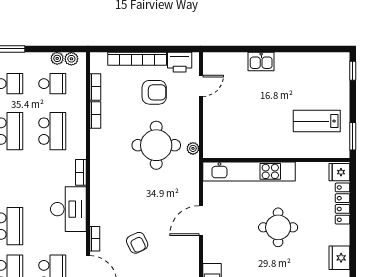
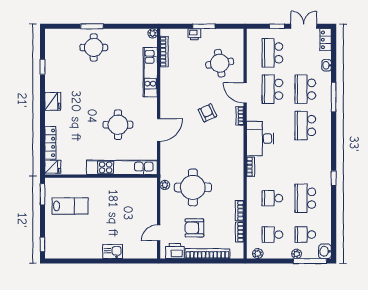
plant: (57, 58) -> (297, 254), moved
school desk: (52, 131) -> (272, 198), width x0.54
round table: (278, 227) -> (118, 125), moved

